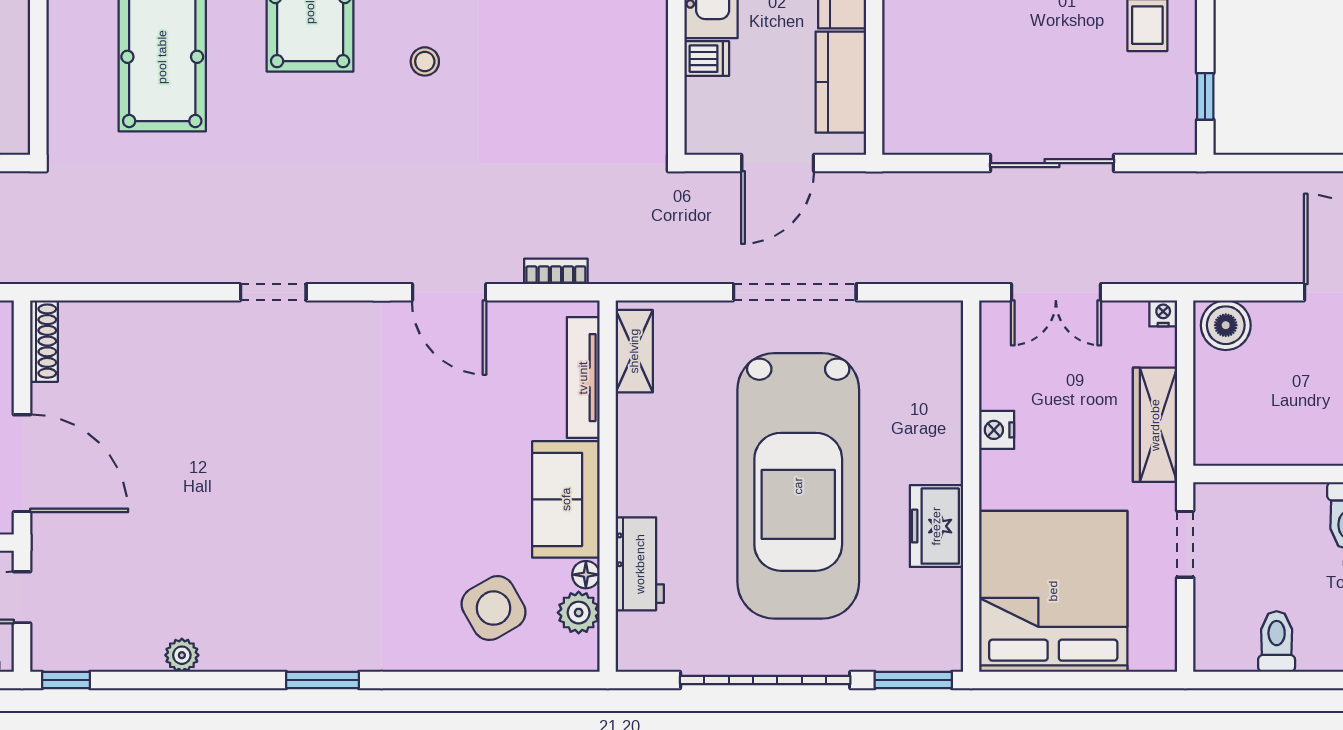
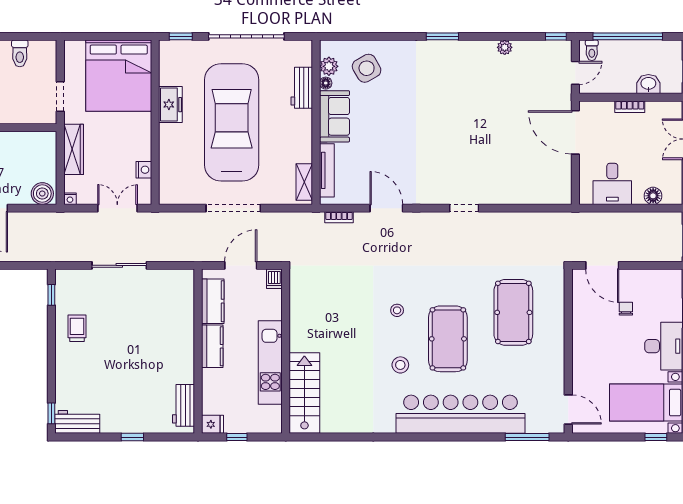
dishwasher: (707, 59) -> (274, 279), moved, turned -90
shoe rack: (44, 341) -> (566, 186), removed
nightstand: (997, 430) -> (144, 170), moved
window: (913, 680) -> (181, 36), width x0.67

